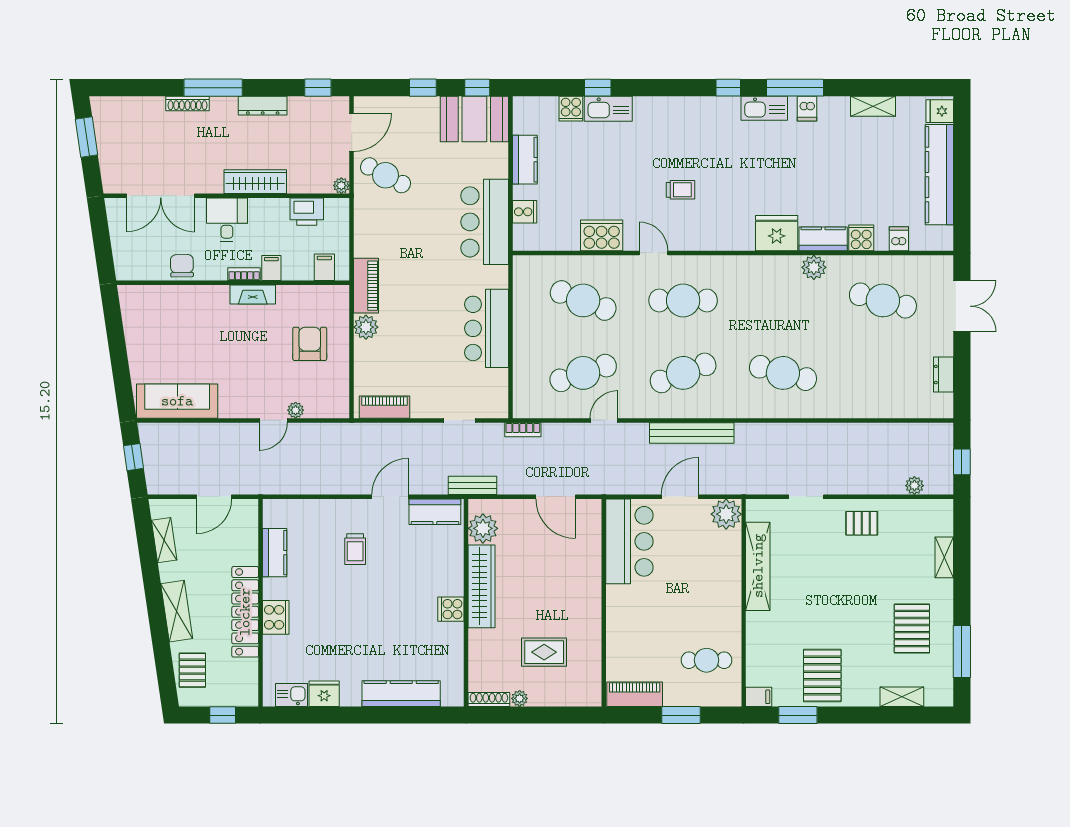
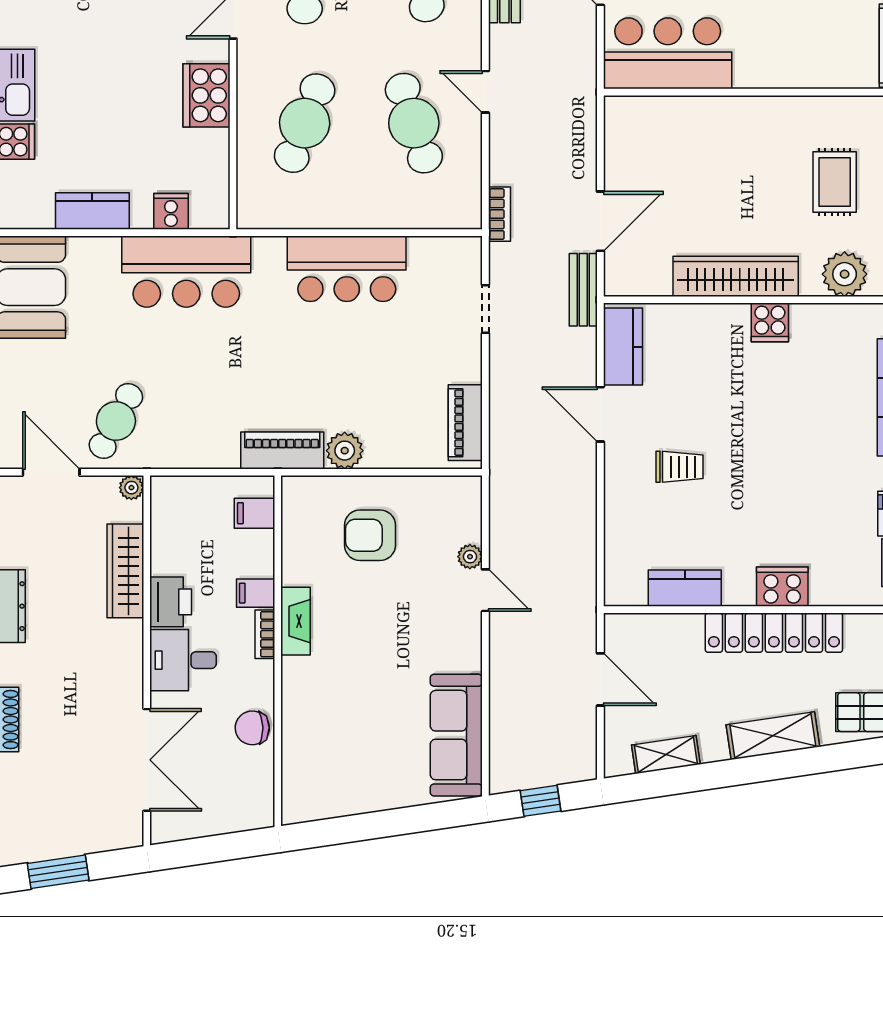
wardrobe: (255, 182) -> (125, 571), moved
printer: (307, 212) -> (171, 602), moved
door: (556, 497) -> (600, 221), moved
plant: (483, 528) -> (845, 274), moved

